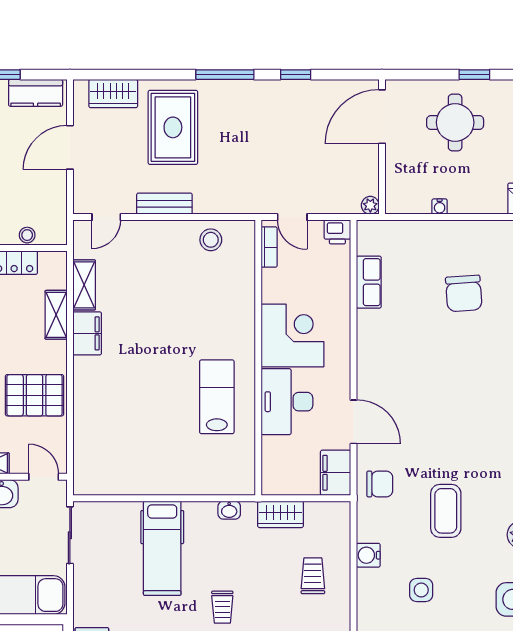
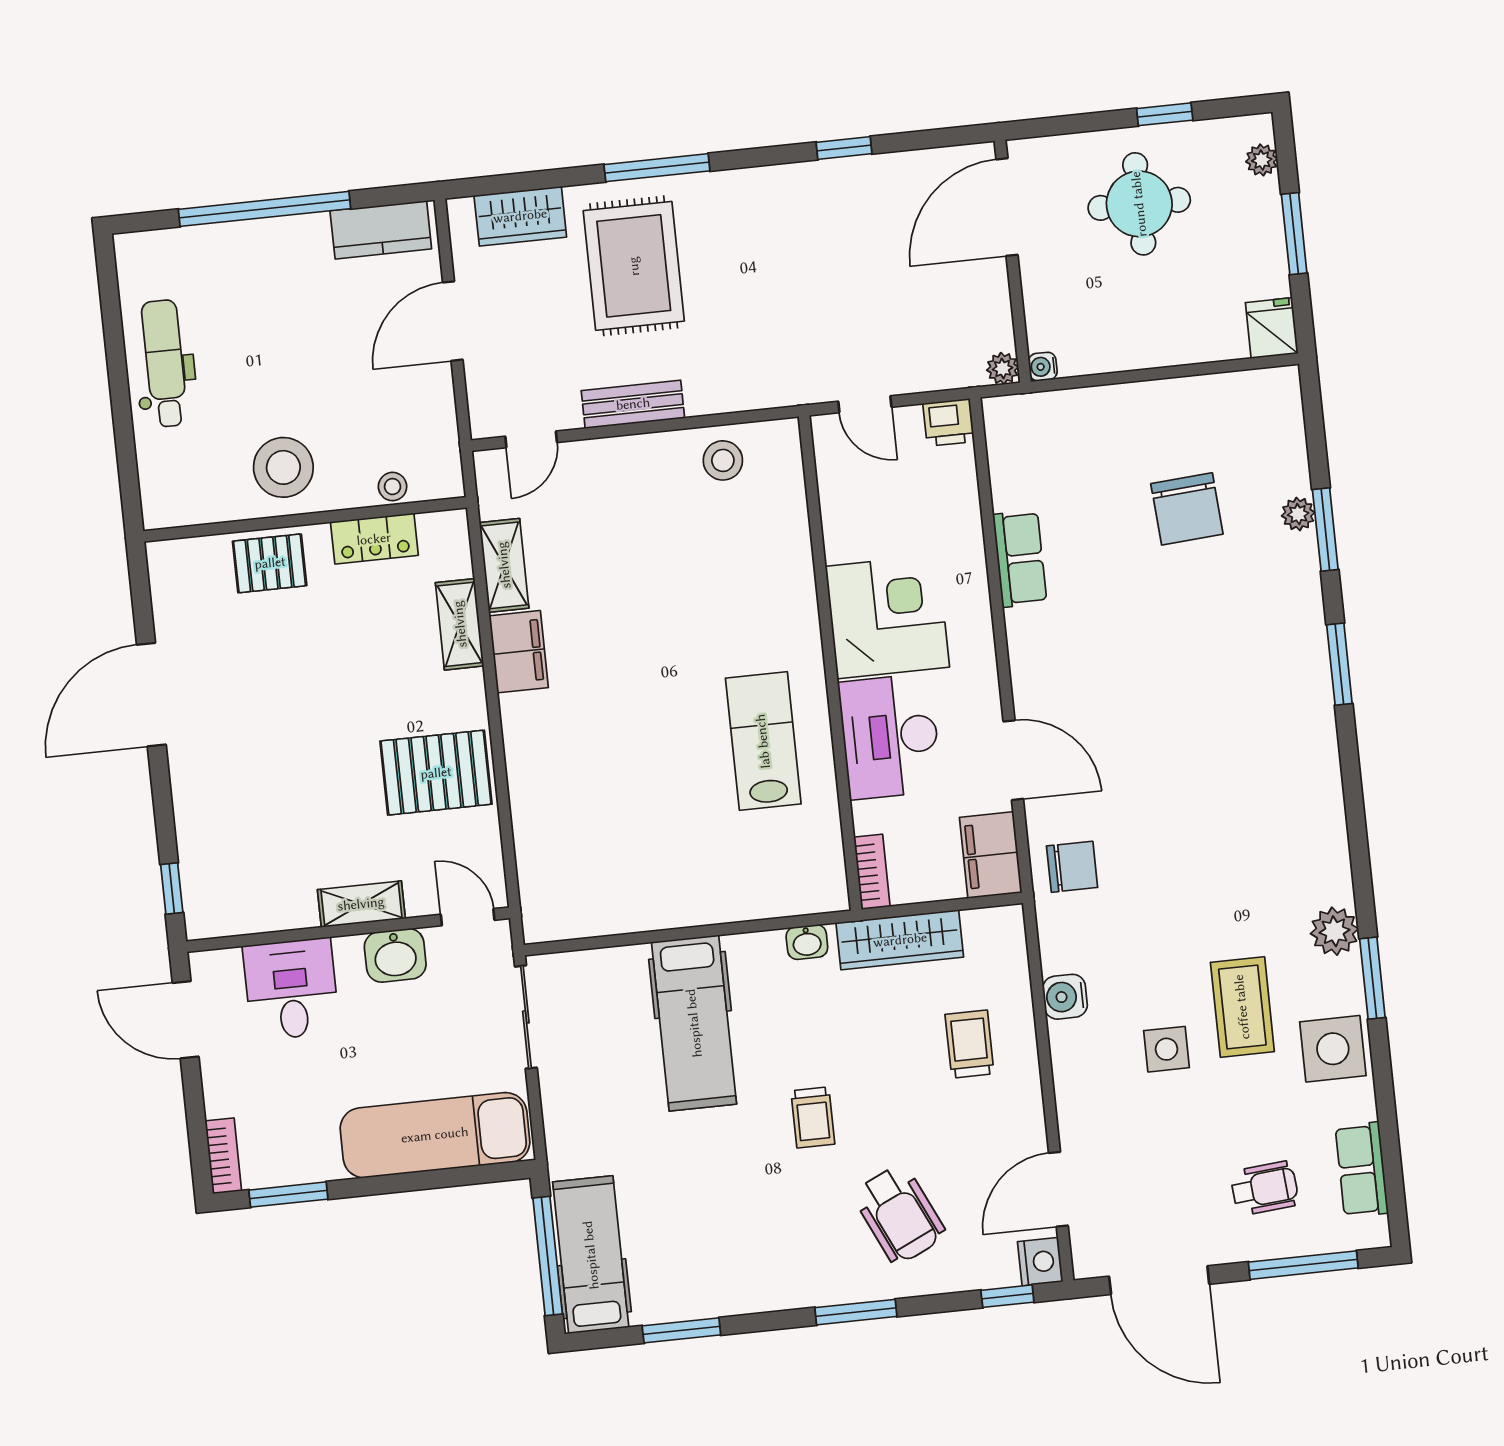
window: (225, 75) -> (657, 168), moved
water cooler: (440, 207) -> (1043, 367), moved, turned 90
bookcase: (269, 247) -> (872, 872), moved
row of seats: (369, 282) -> (1020, 559), moved
coffee table: (446, 511) -> (1242, 1007), moved
wardrobe: (280, 514) -> (900, 940), width x1.50

